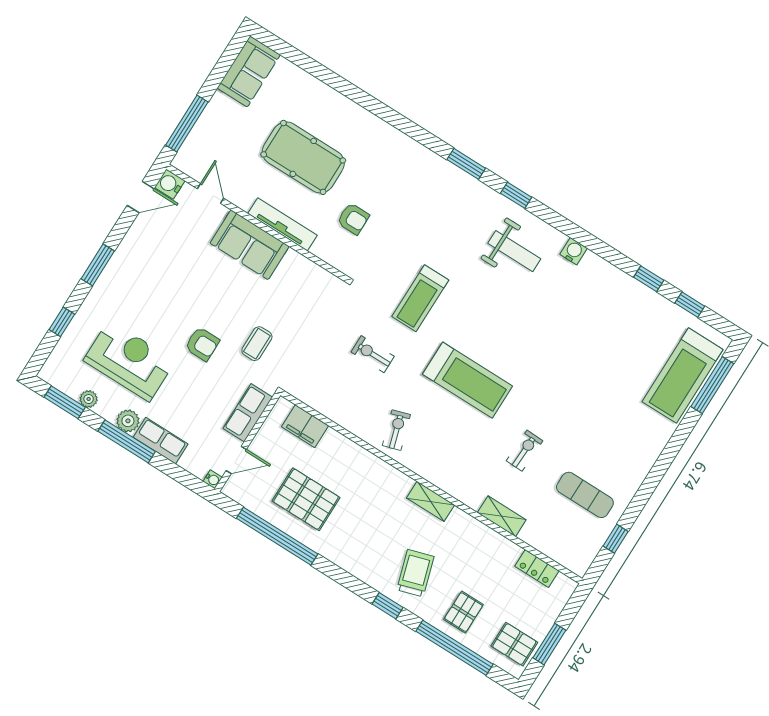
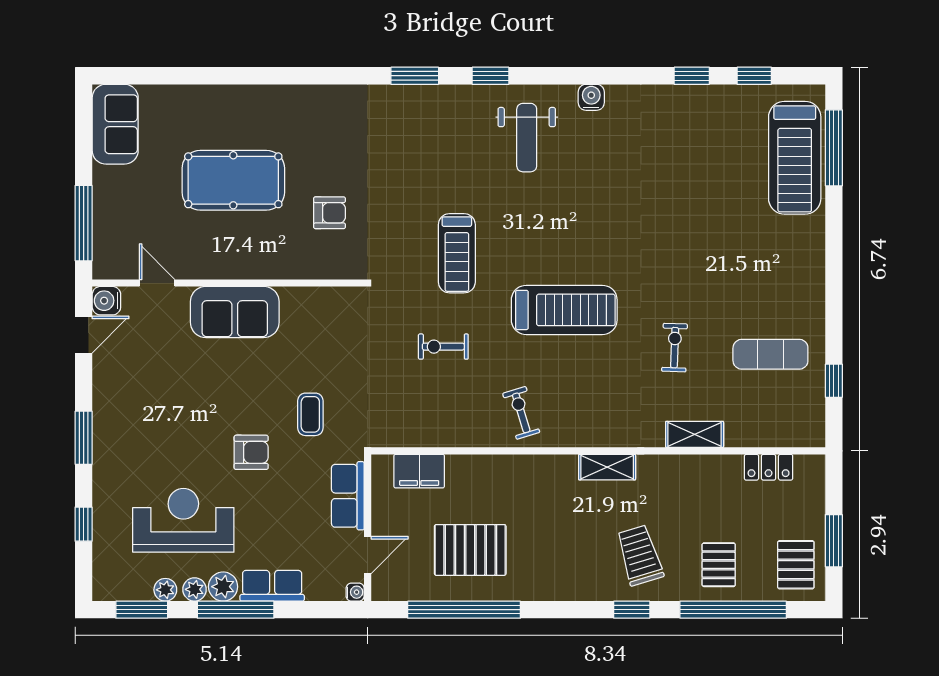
tv unit: (282, 224) -> (257, 267), removed
weight bench: (514, 251) -> (527, 138), turned 90
plant: (108, 411) -> (195, 589), added
pallet: (514, 644) -> (796, 565), turned 90

